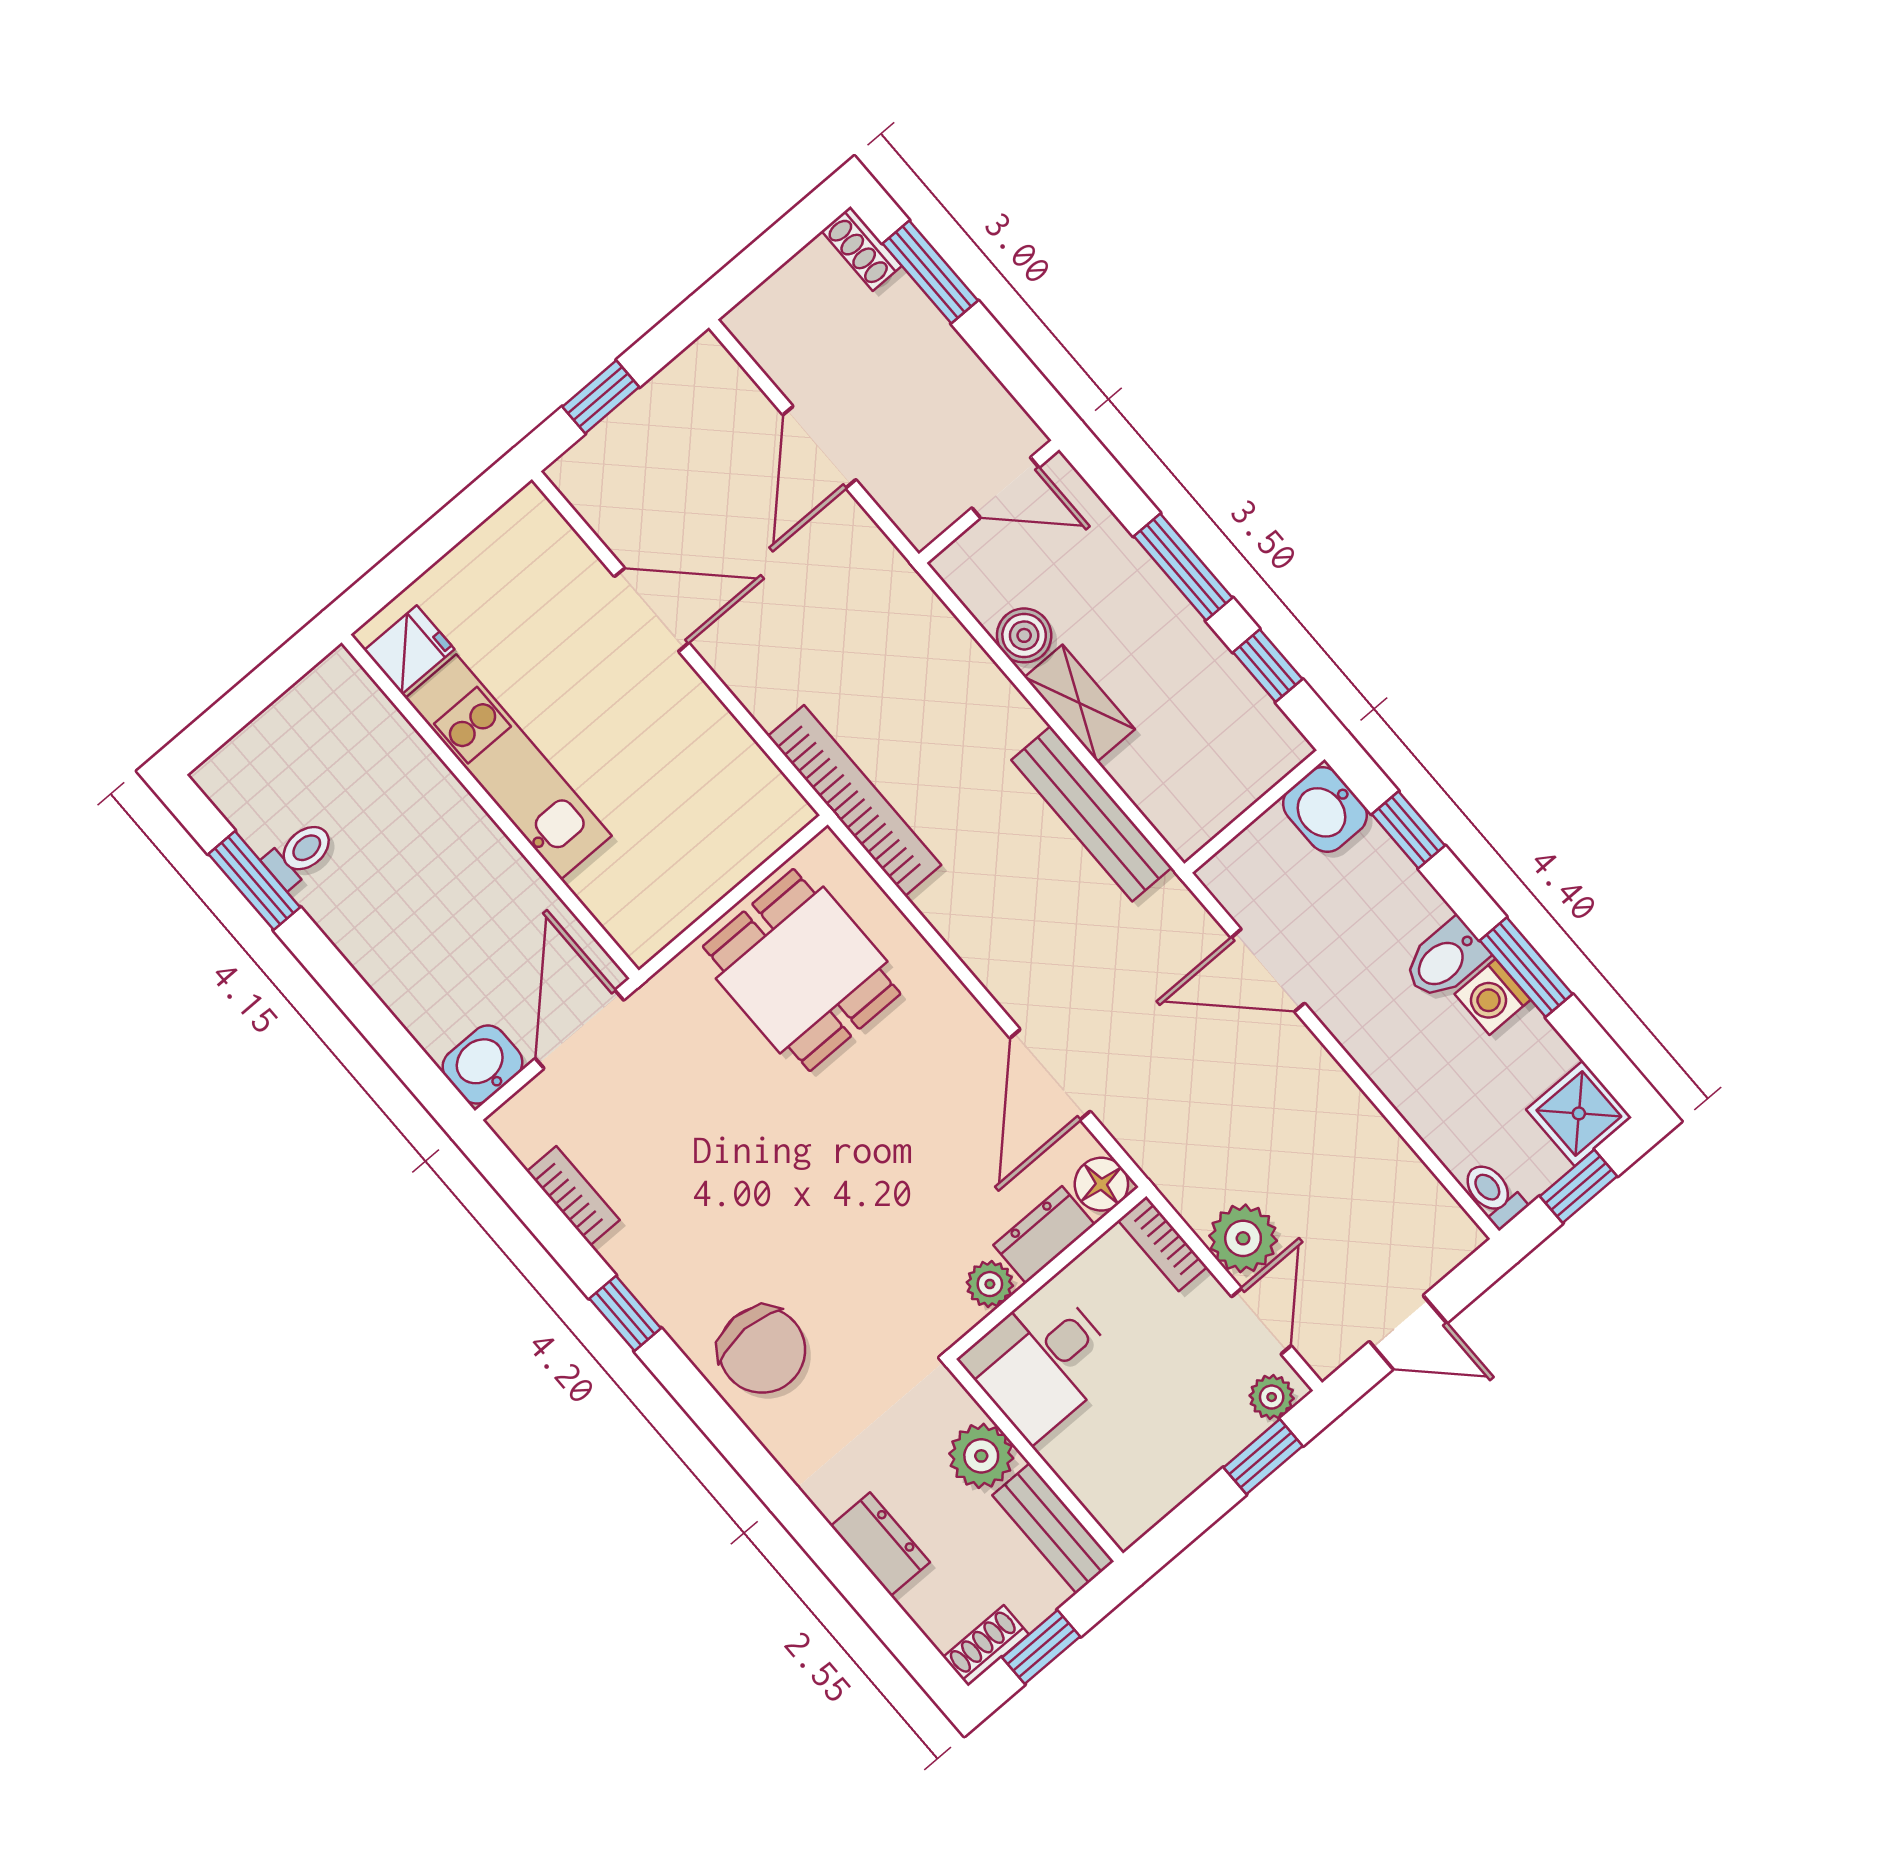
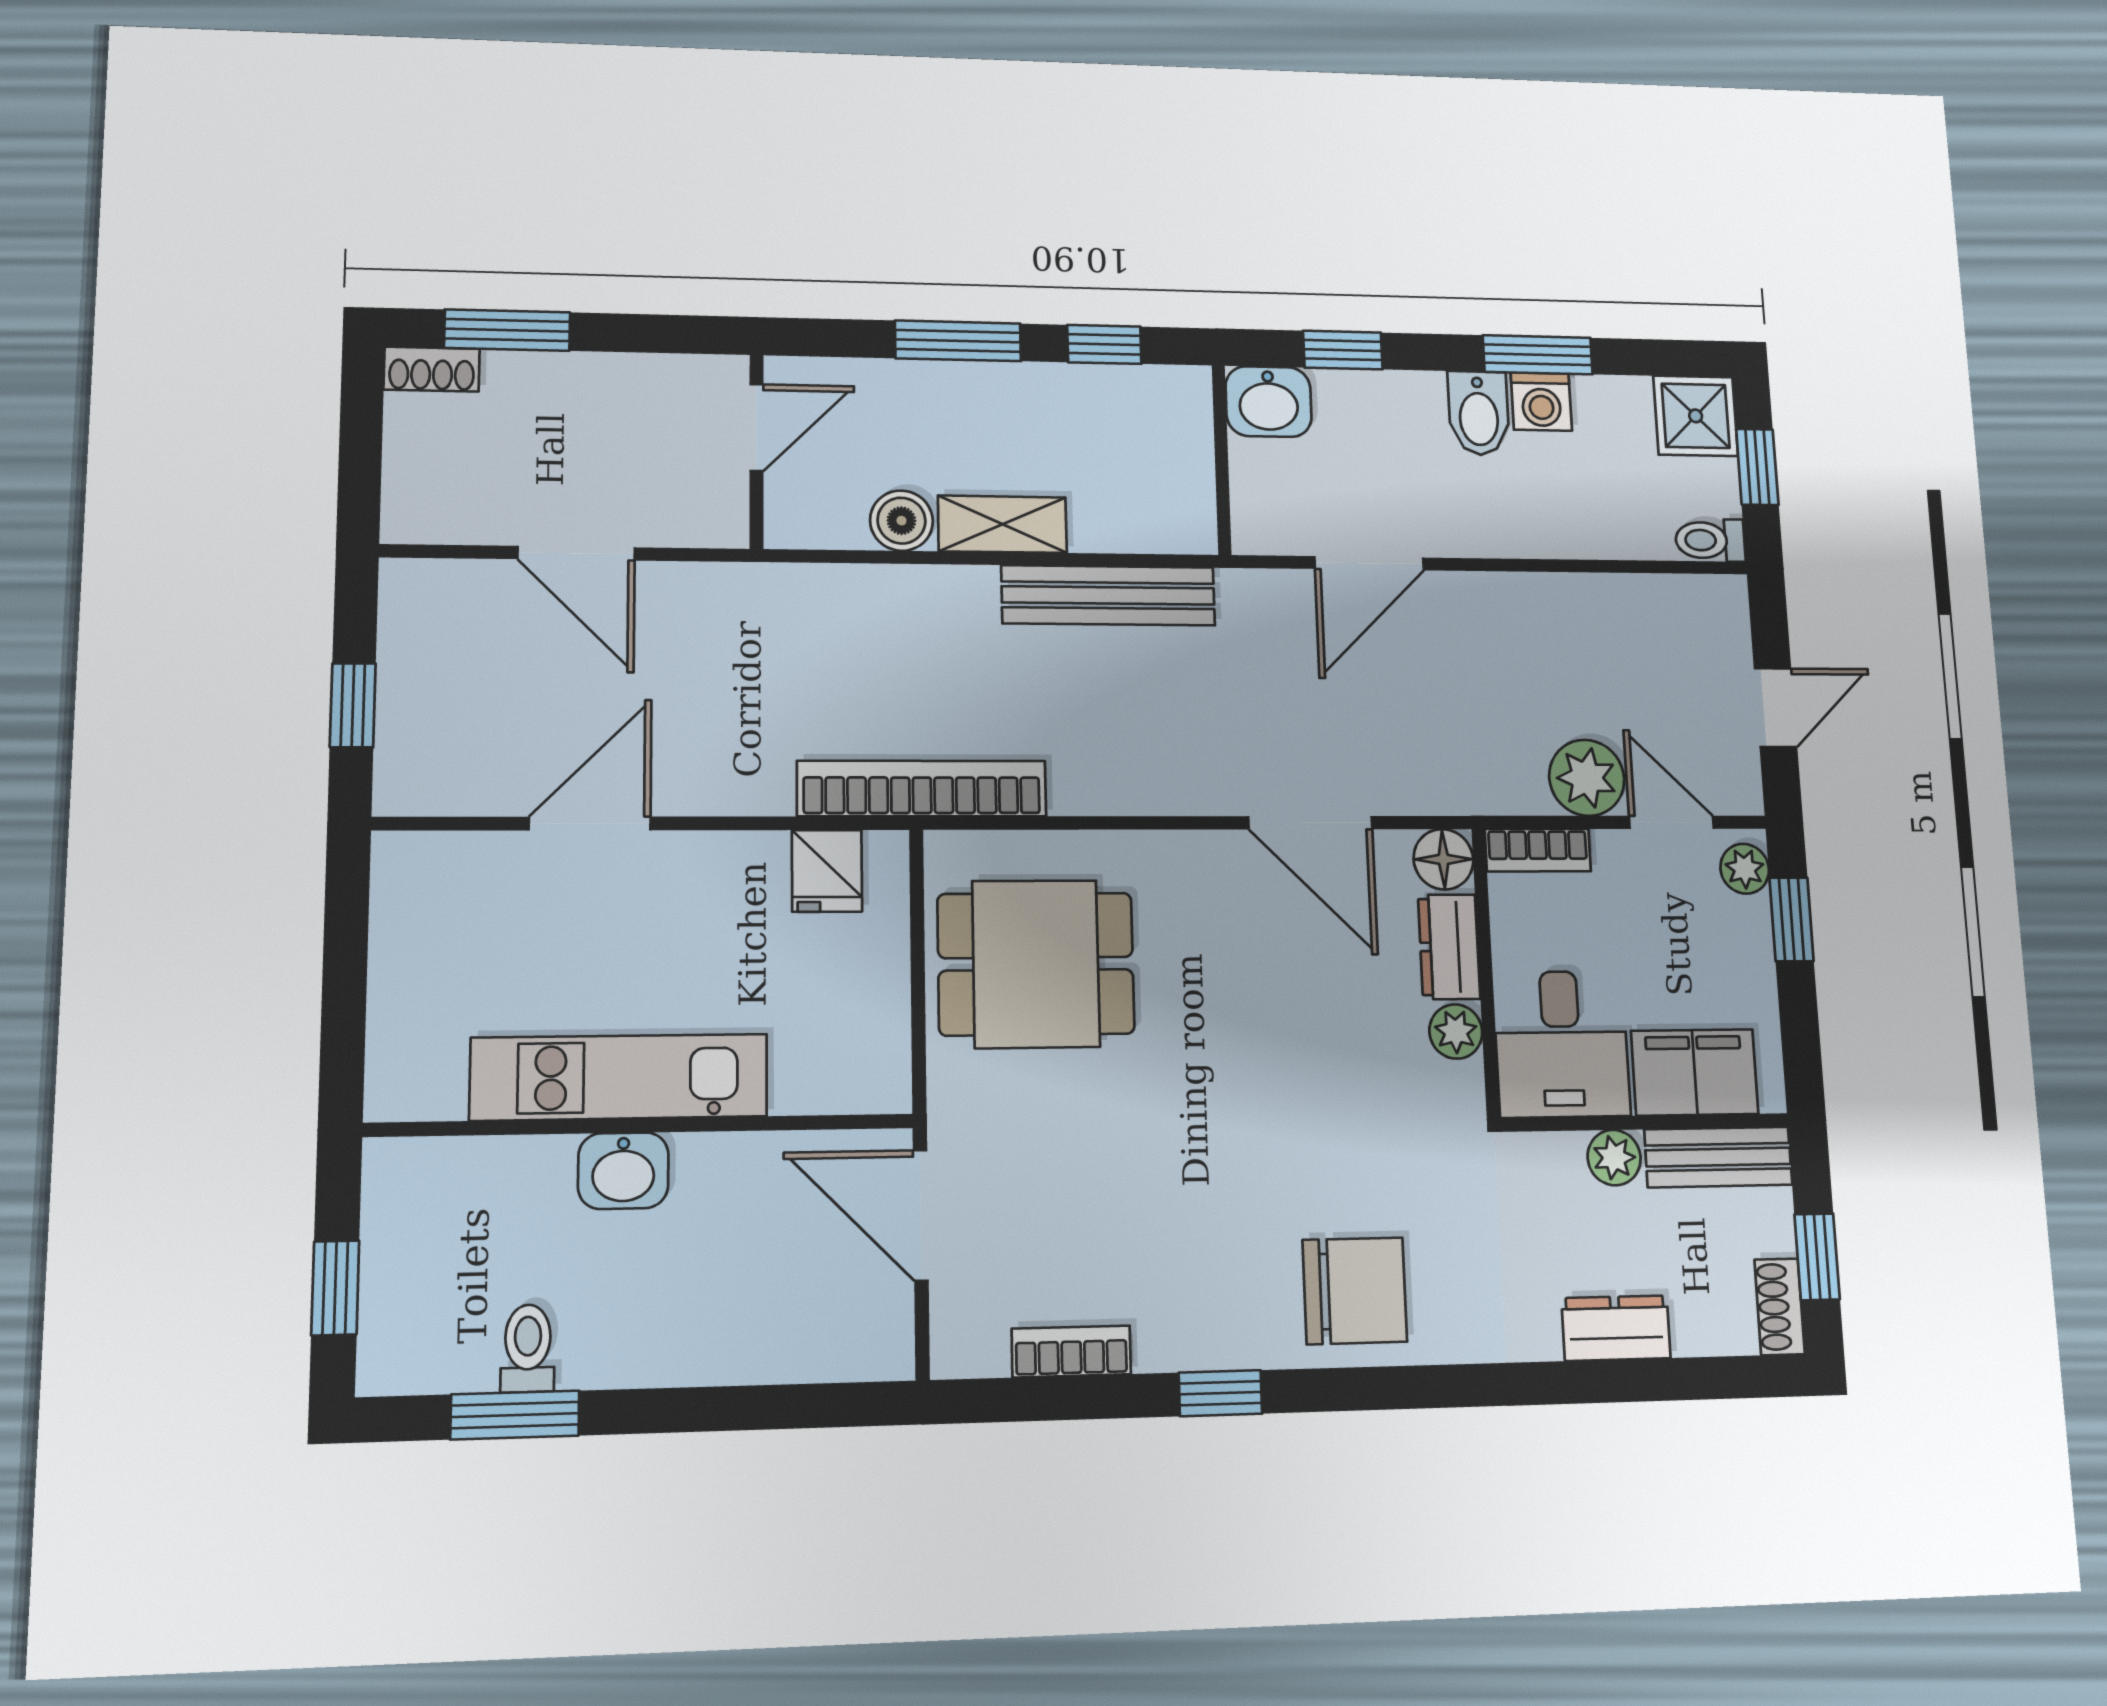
fridge: (409, 650) -> (827, 871), moved, turned 180
window: (240, 706) -> (335, 1288), added
washbasin: (482, 1065) -> (623, 1171), moved, turned -90
plant: (981, 1456) -> (1614, 1158), width x0.73, depth x0.73
filing cabinet: (1098, 1469) -> (1695, 1072), added

